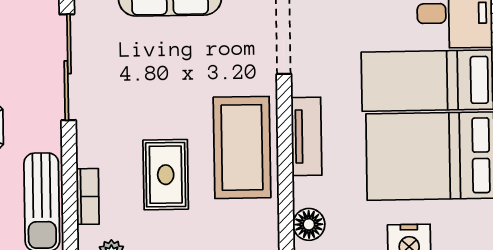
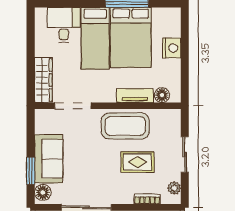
tv unit: (306, 136) -> (135, 96), moved

